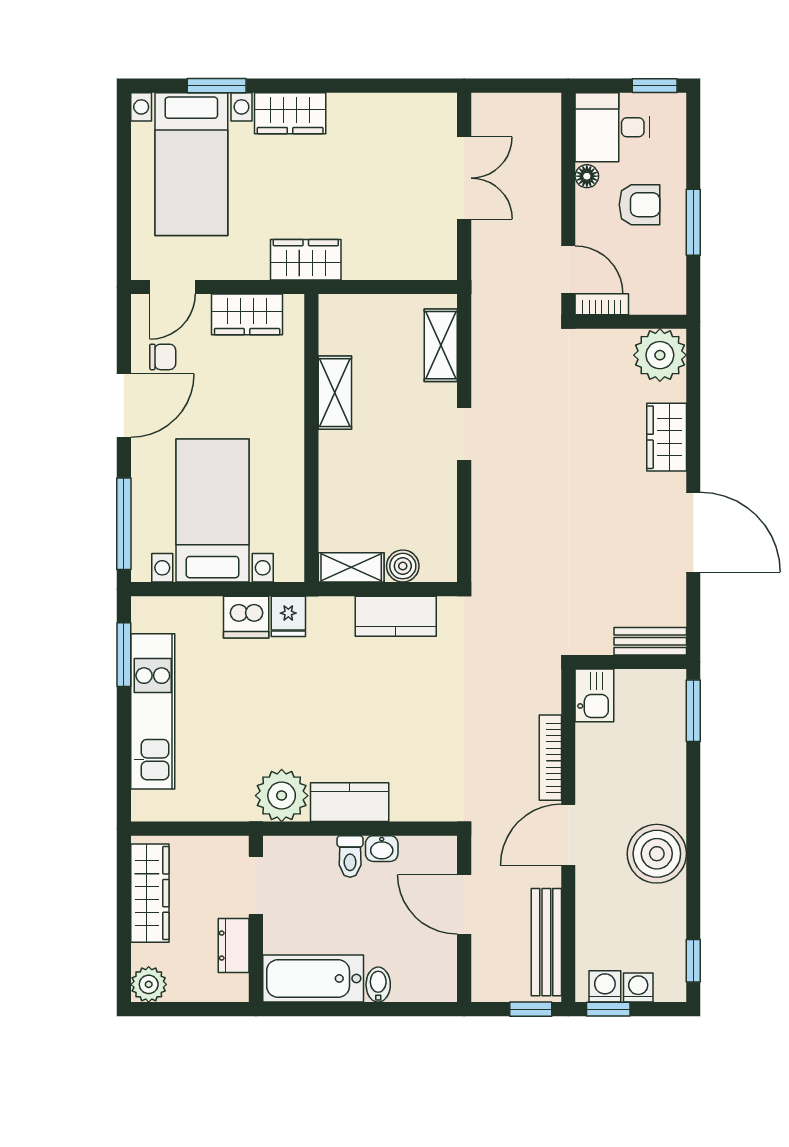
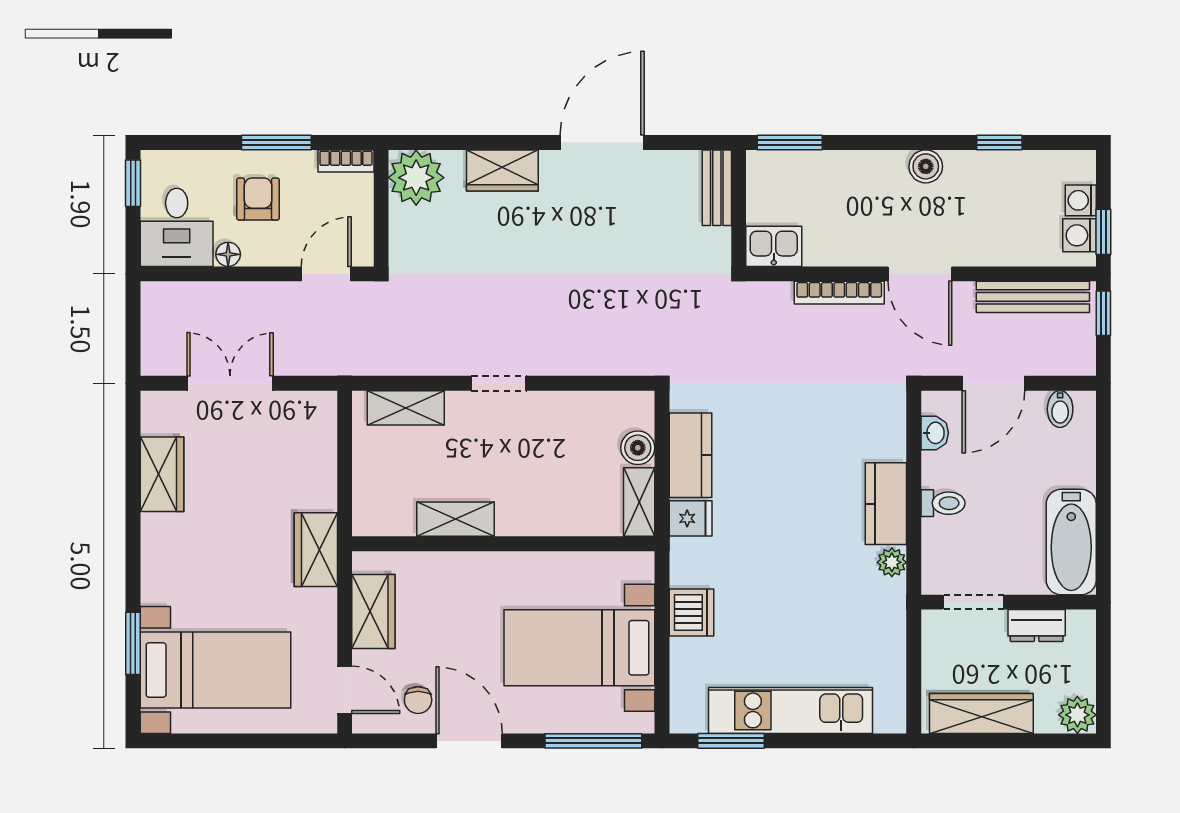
wardrobe: (290, 113) -> (162, 474), moved
bookcase: (602, 304) -> (346, 161), moved, turned -90
chair: (163, 357) -> (418, 700), turned 180
fridge: (288, 616) -> (691, 518), moved
plant: (282, 796) -> (892, 562), width x0.53, depth x0.53
washbasin: (382, 849) -> (935, 433), moved
boiler: (657, 854) -> (926, 166), width x0.54, depth x0.54
window: (693, 961) -> (999, 142), moved
bidet: (378, 985) -> (1060, 409), moved, turned -90

